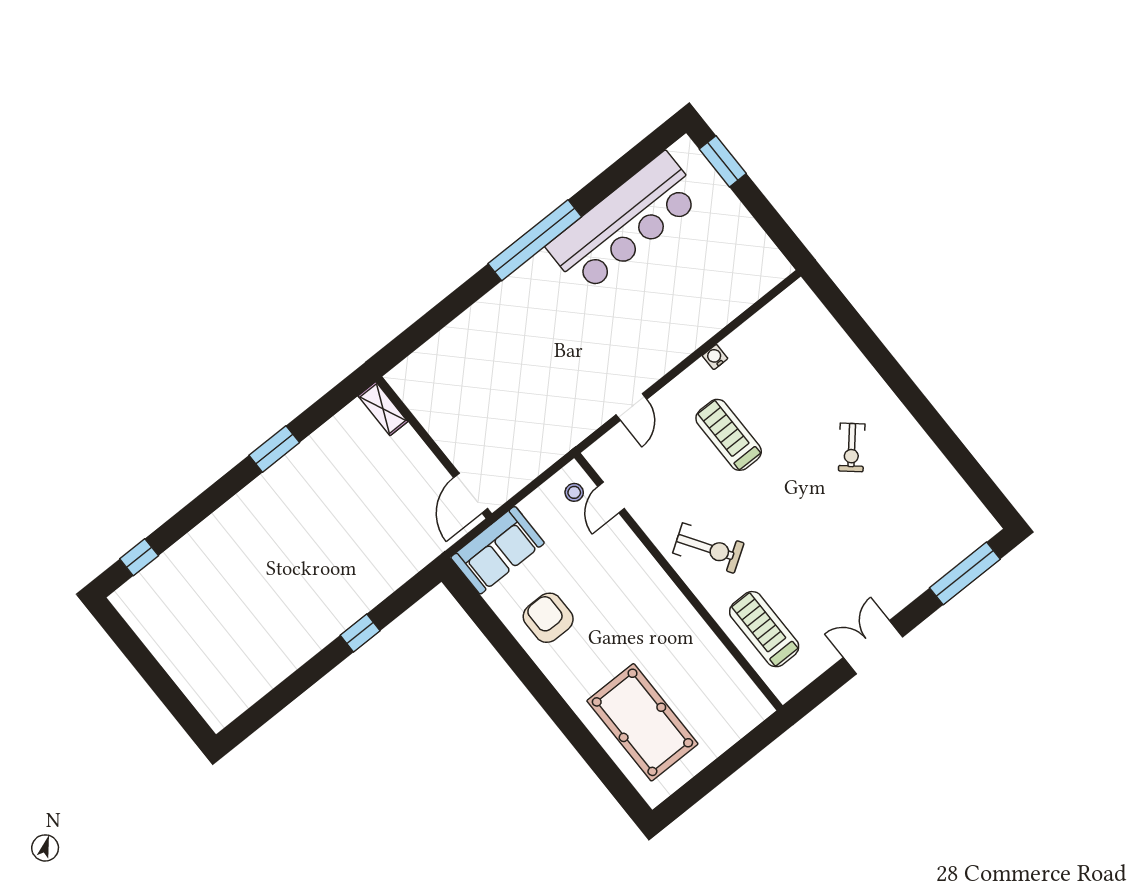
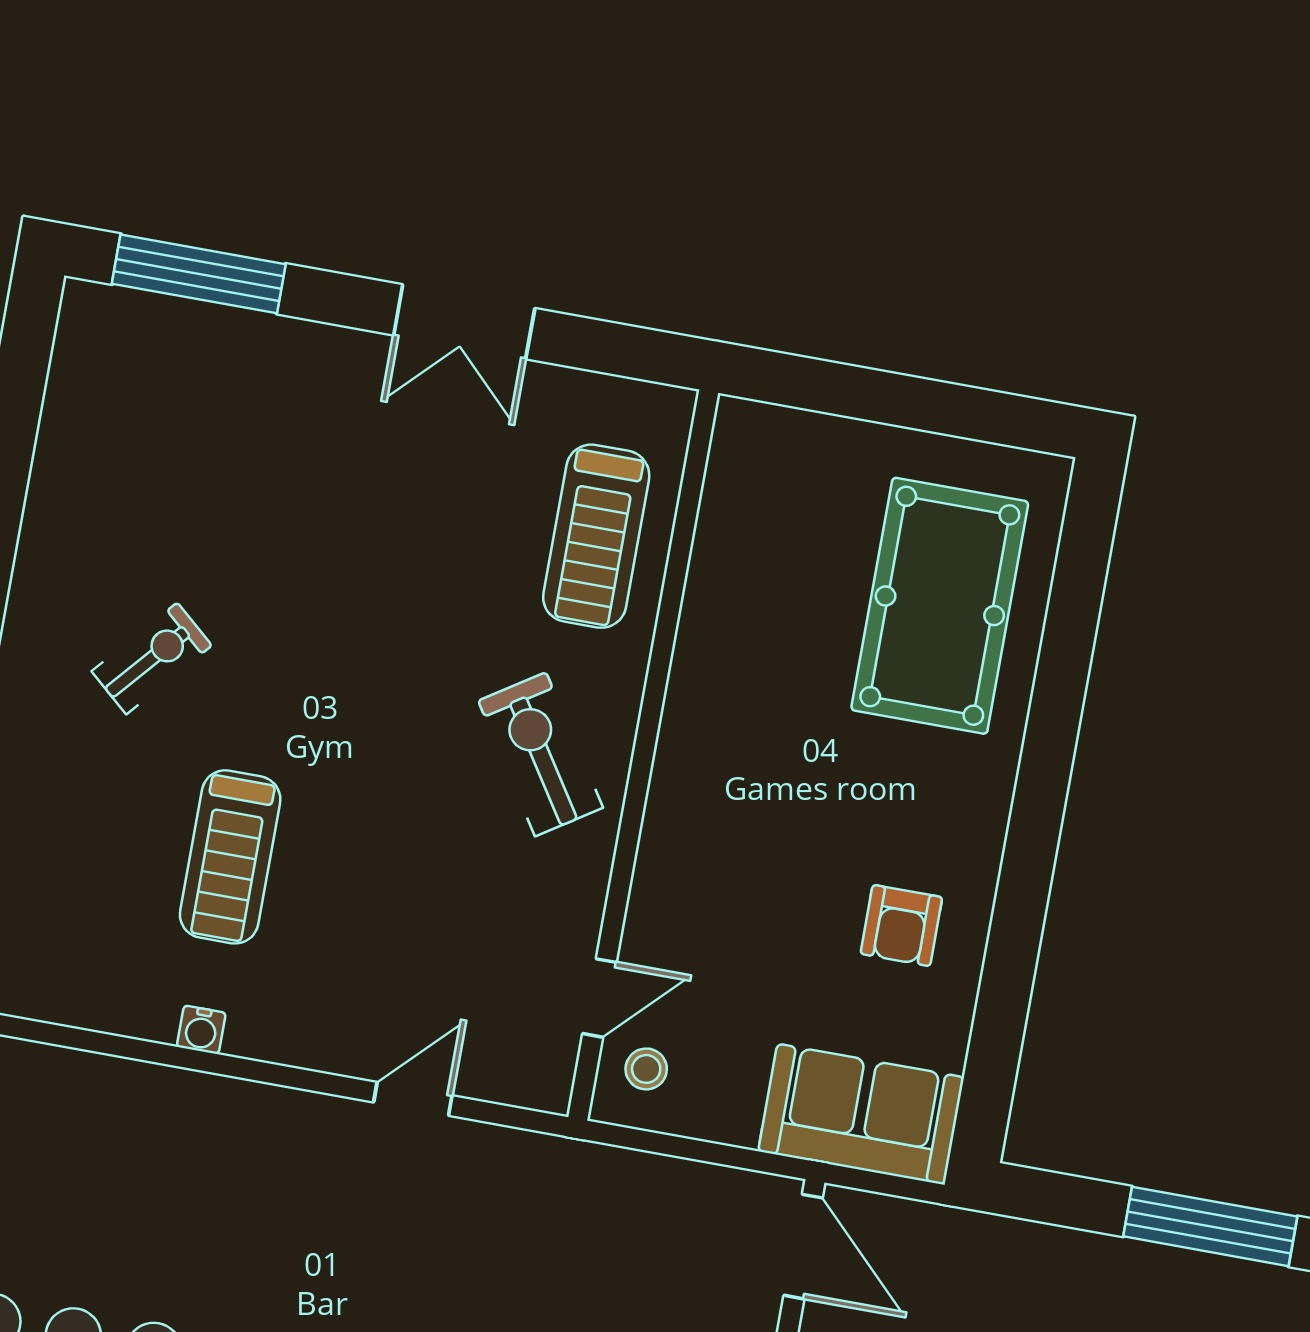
treadmill: (729, 435) -> (230, 857), moved
door: (471, 493) -> (803, 1247), hinge flipped
armchair: (548, 618) -> (901, 925), width x0.72, depth x0.72
window: (360, 633) -> (1210, 1226), width x2.17

